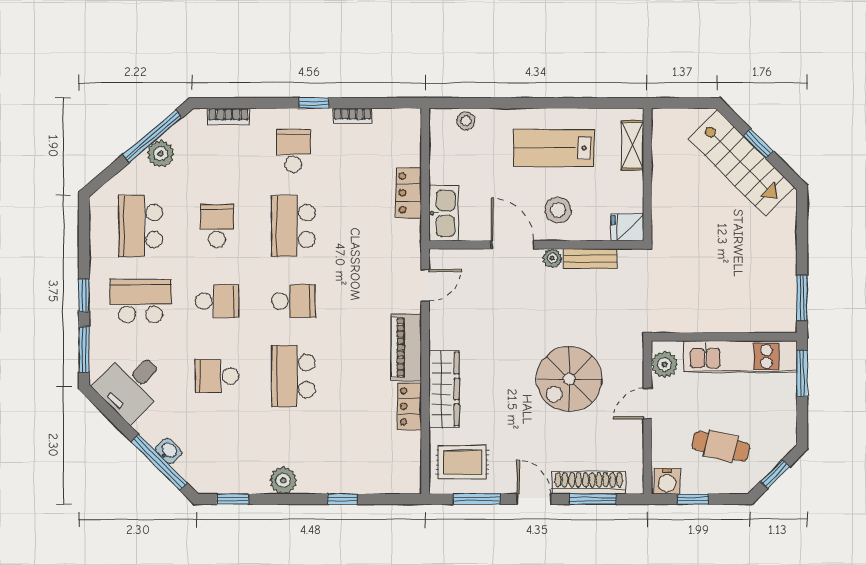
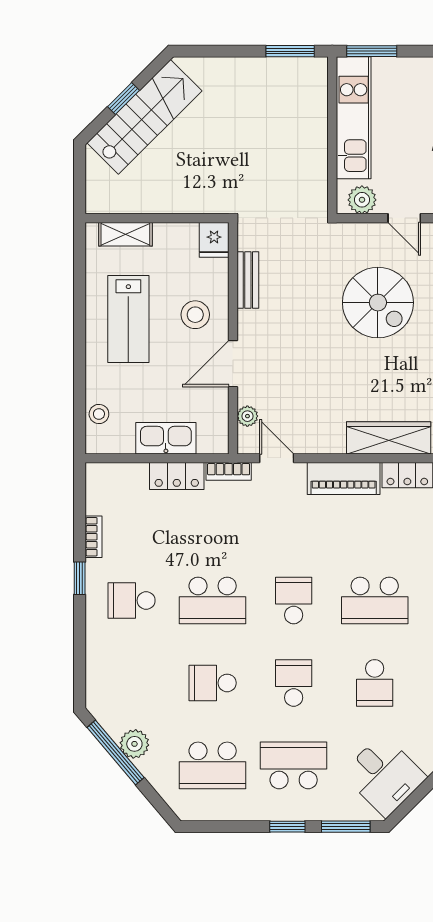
bookcase: (228, 116) -> (229, 471), moved, turned 90
kitchen sink: (444, 213) -> (166, 438), moved
plant: (552, 258) -> (247, 416), moved
school desk: (141, 301) -> (294, 765), turned 90

